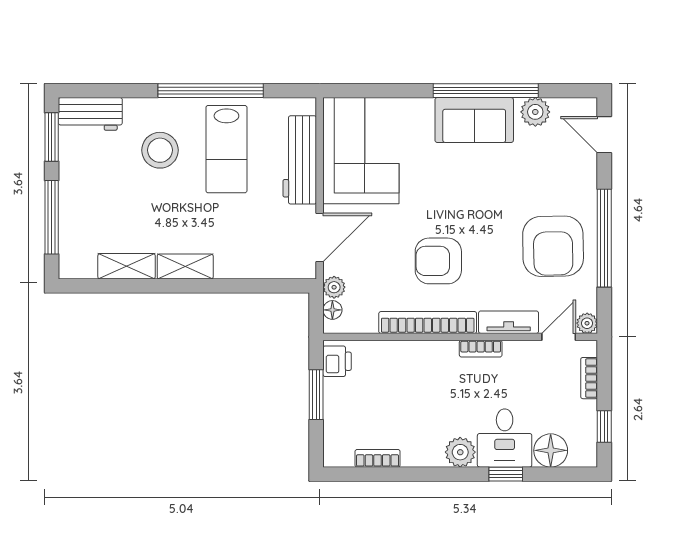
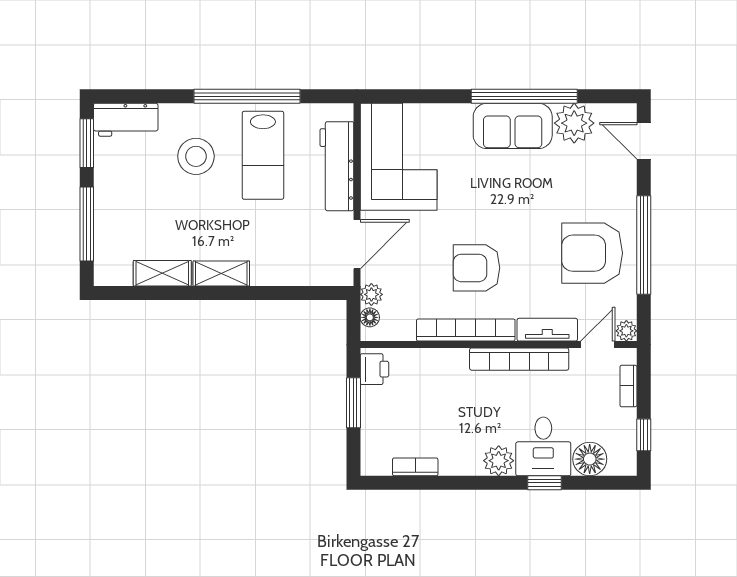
plant: (535, 112) -> (574, 123), width x1.36, depth x1.36
armchair: (553, 246) -> (592, 253), turned 91
bookcase: (481, 349) -> (519, 359), width x2.31, depth x1.31

